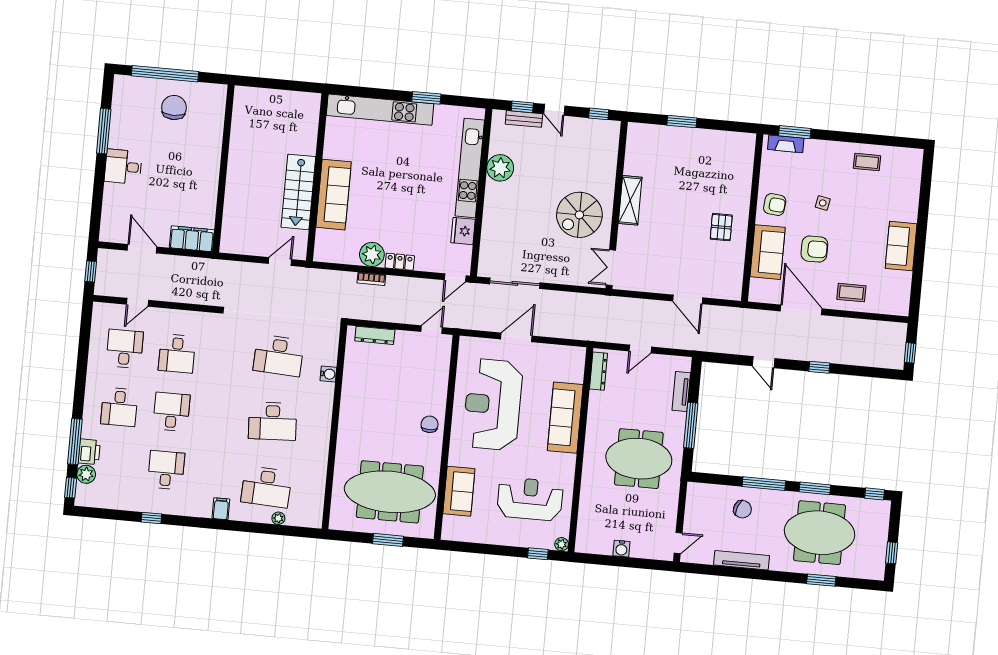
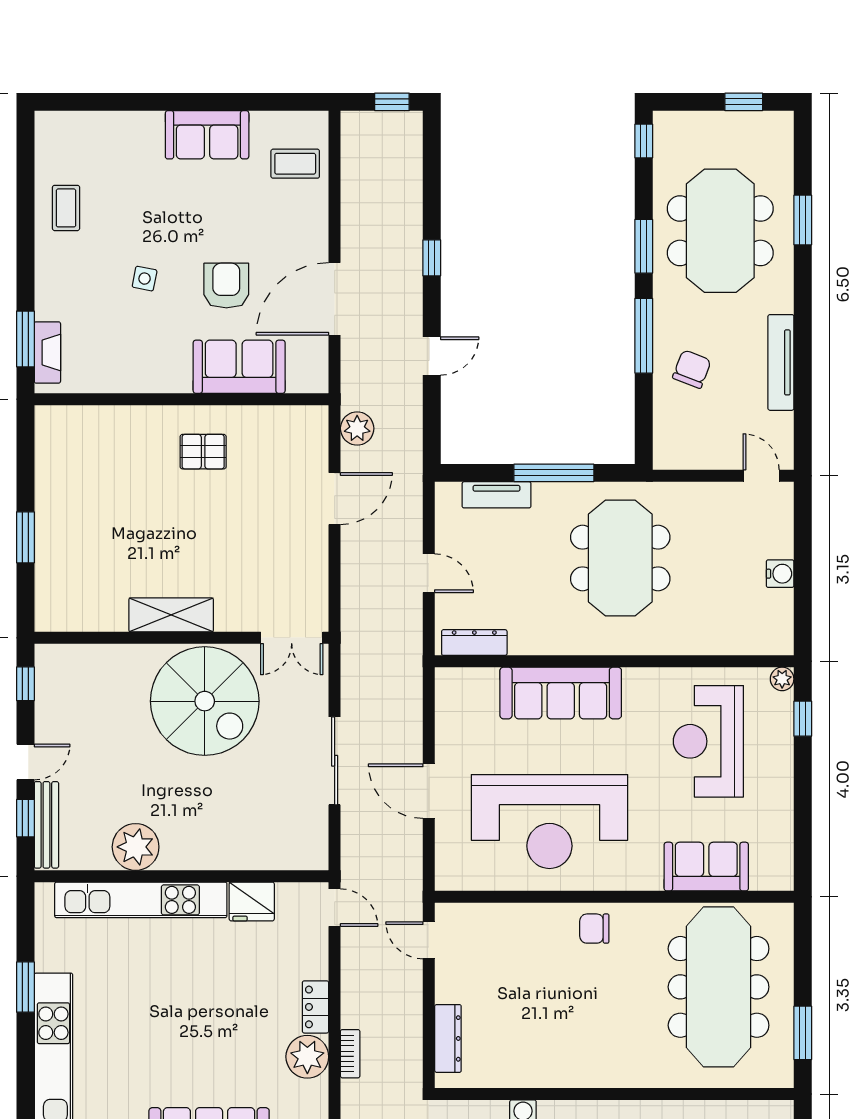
bench: (524, 119) -> (46, 825), width x1.36
armchair: (775, 205) -> (155, 362), removed
spiral stairs: (579, 215) -> (205, 701), width x1.37, depth x1.37
sliding door: (515, 283) -> (335, 761), moved
coffee table: (851, 293) -> (295, 164), moved, turned 90
plant: (726, 316) -> (357, 428), added
window: (388, 540) -> (803, 1033), moved

